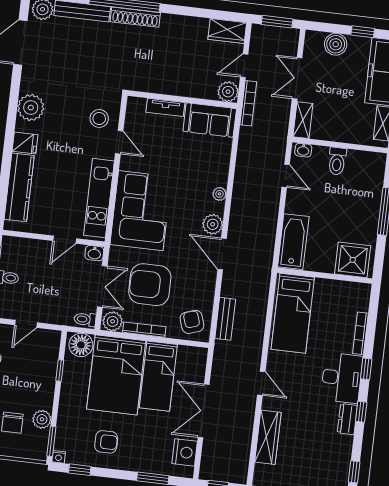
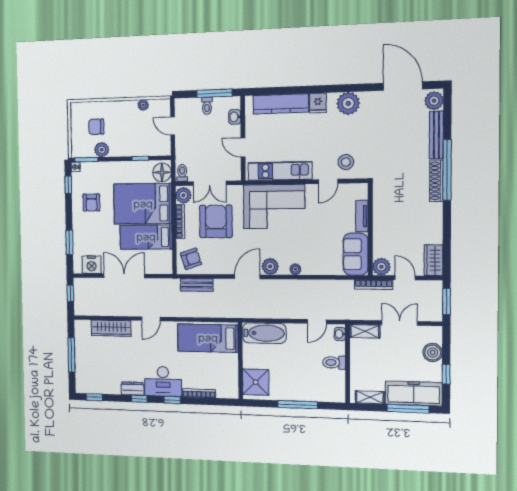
washbasin: (94, 253) -> (235, 117), moved

